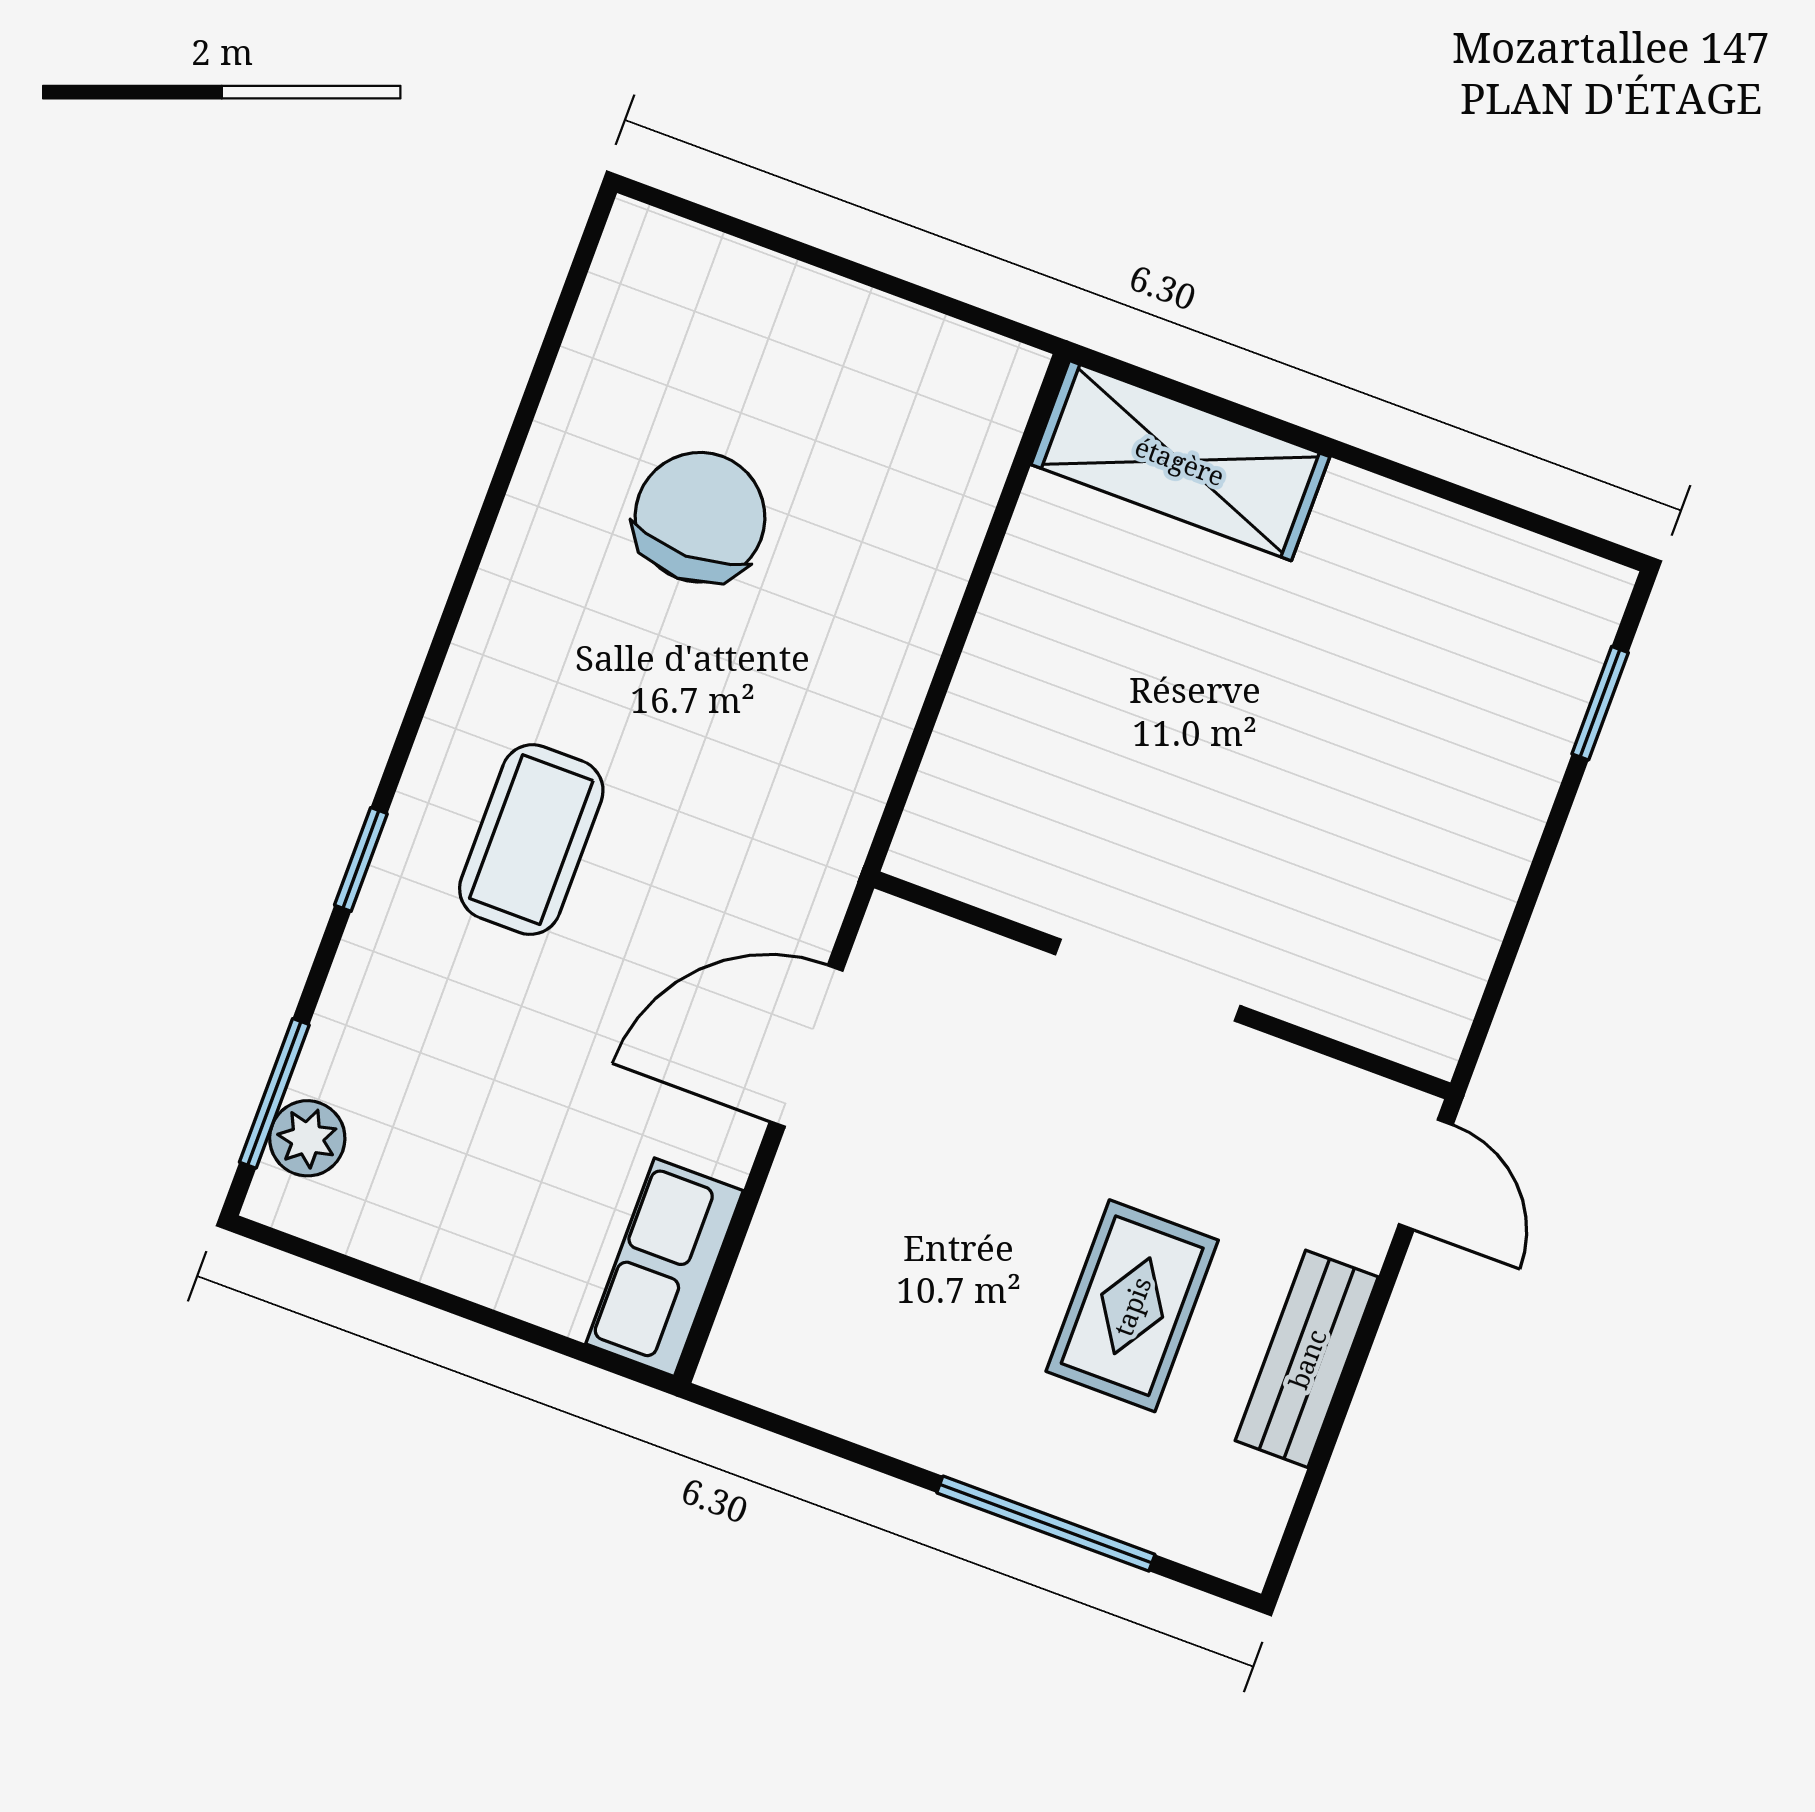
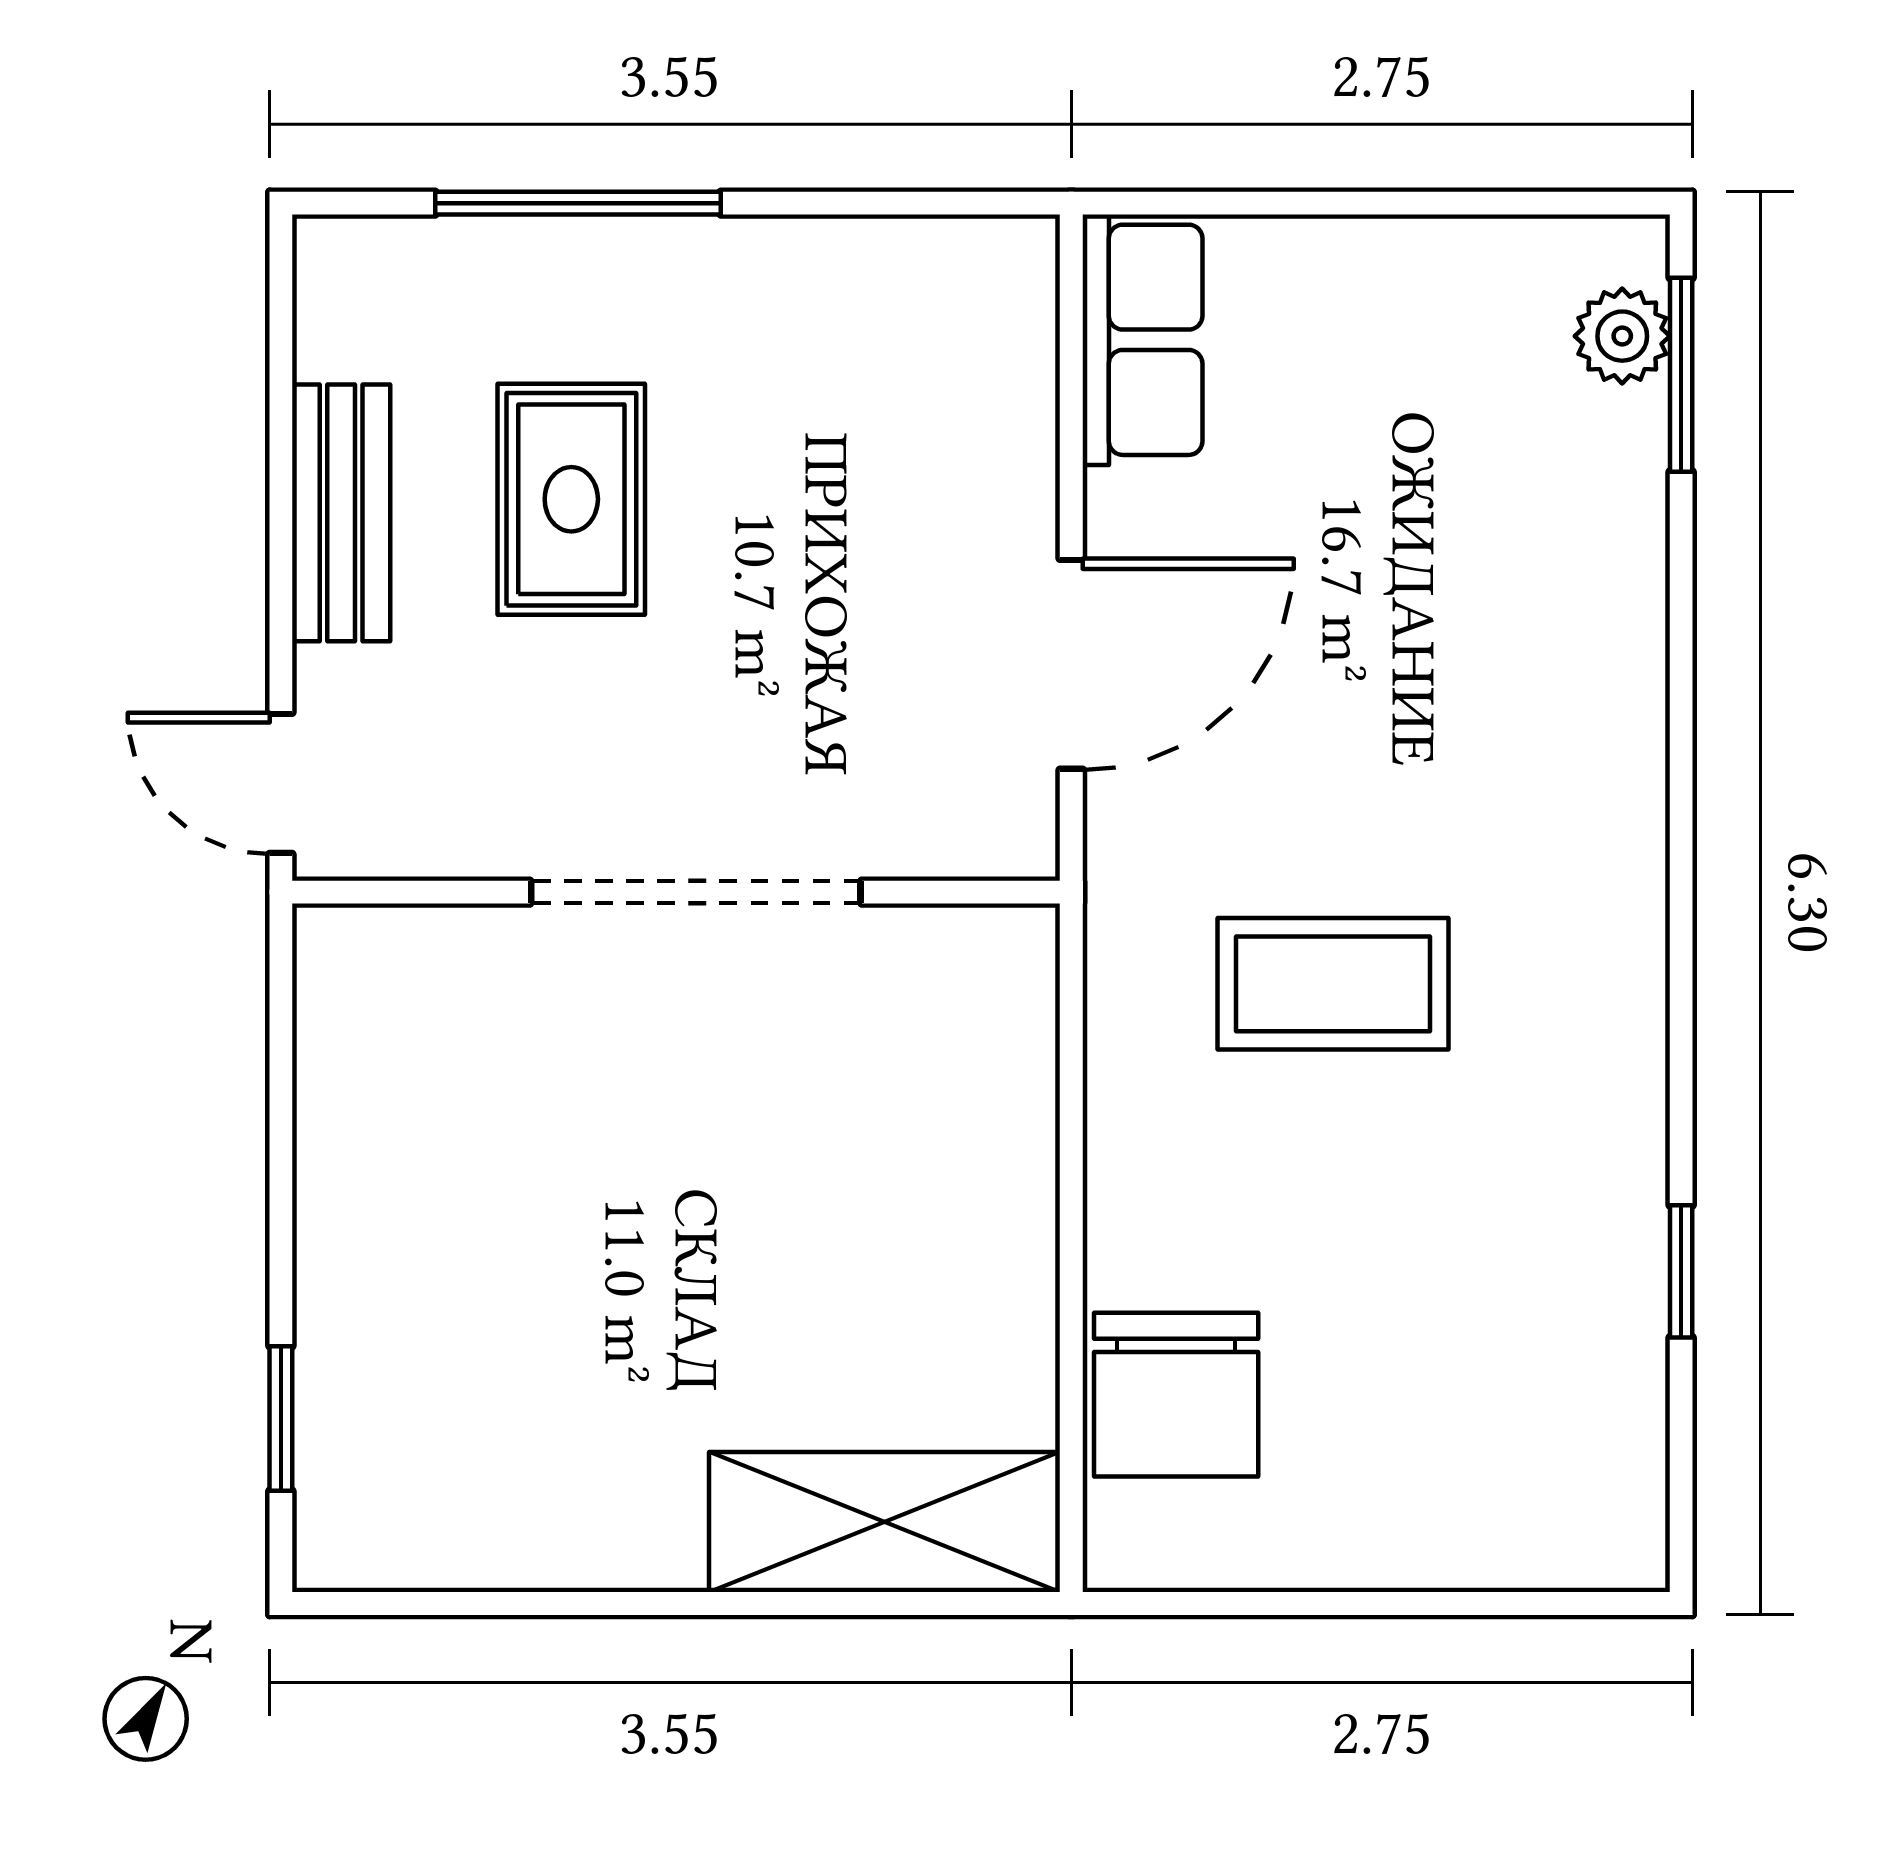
chair: (700, 517) -> (1176, 1395), moved
coffee table: (531, 840) -> (1333, 984), moved, turned 90
window: (361, 859) -> (1681, 1271), moved
doorway: (1148, 980) -> (696, 892), width x1.36

